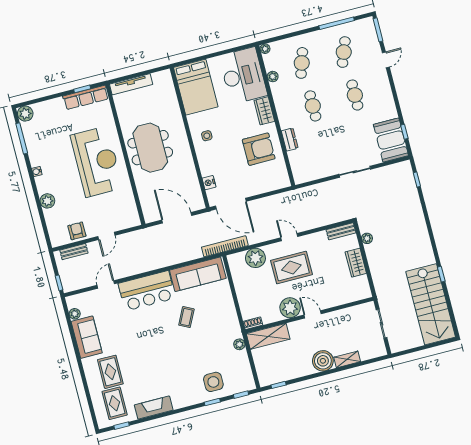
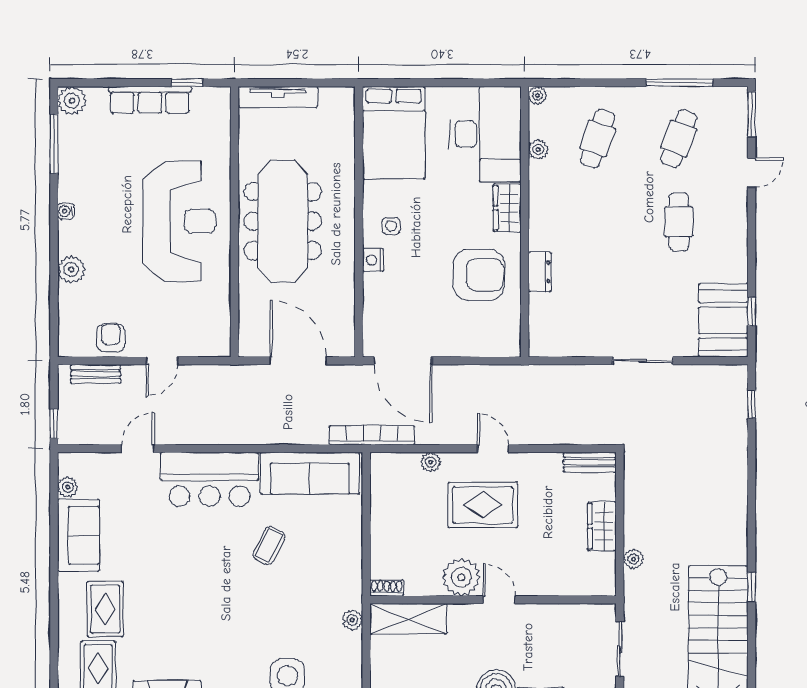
row of seats: (86, 97) -> (150, 100), moved
cafe table: (313, 106) -> (597, 222), removed
meeting table: (150, 148) -> (283, 221), width x1.36
nightstand: (209, 183) -> (373, 260), moved
plant: (367, 238) -> (633, 559), moved
plant: (255, 258) -> (431, 462), width x0.53, depth x0.53

